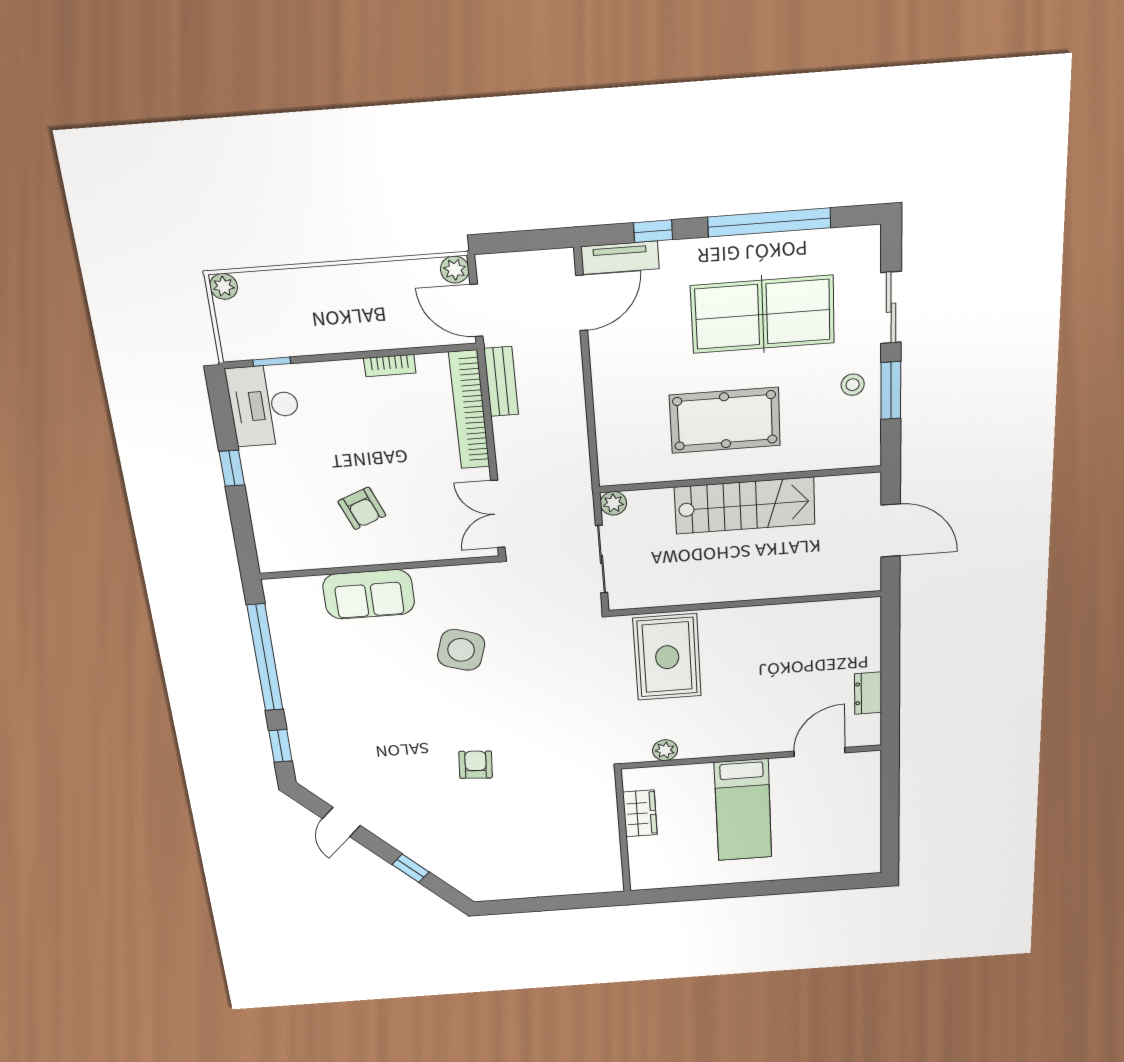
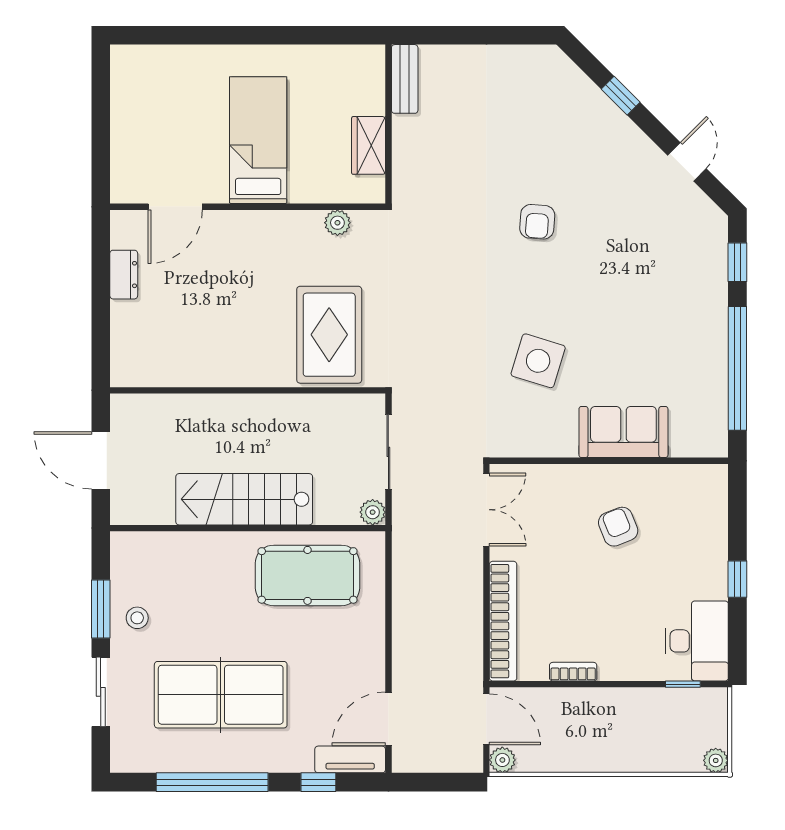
bench: (501, 382) -> (405, 79), moved
pool table: (725, 420) -> (308, 575), moved

